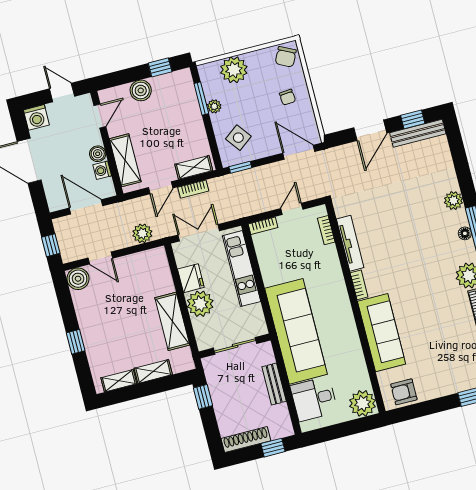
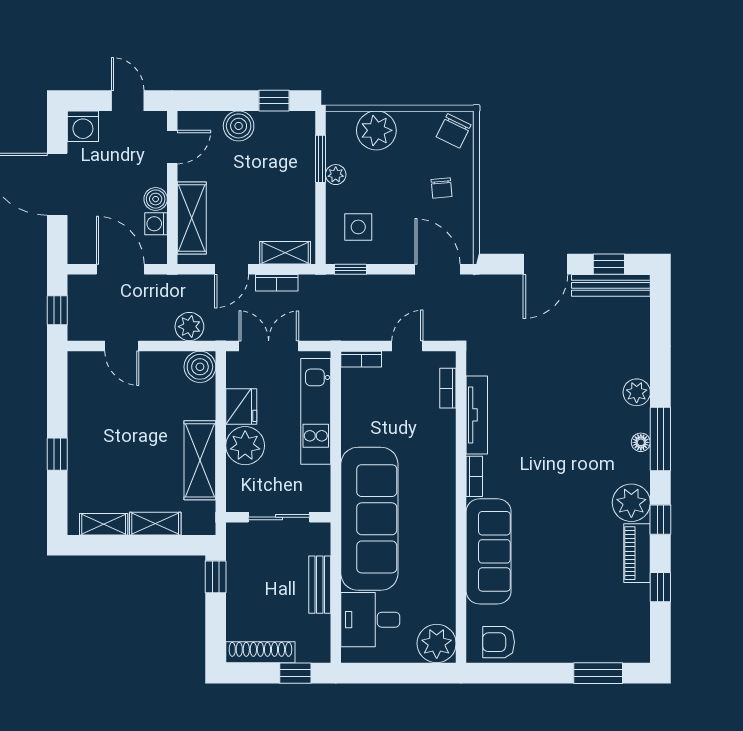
side table: (238, 138) -> (358, 227), turned 37
boiler: (78, 279) -> (200, 367), moved

